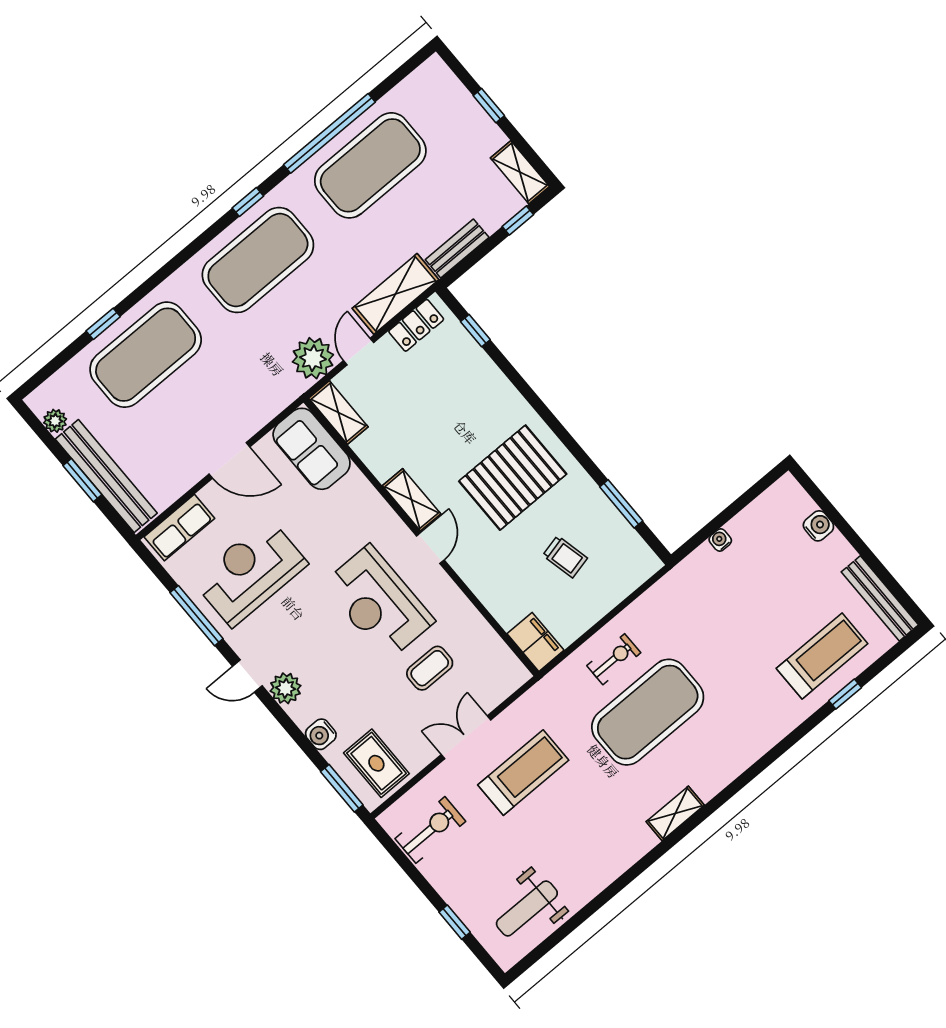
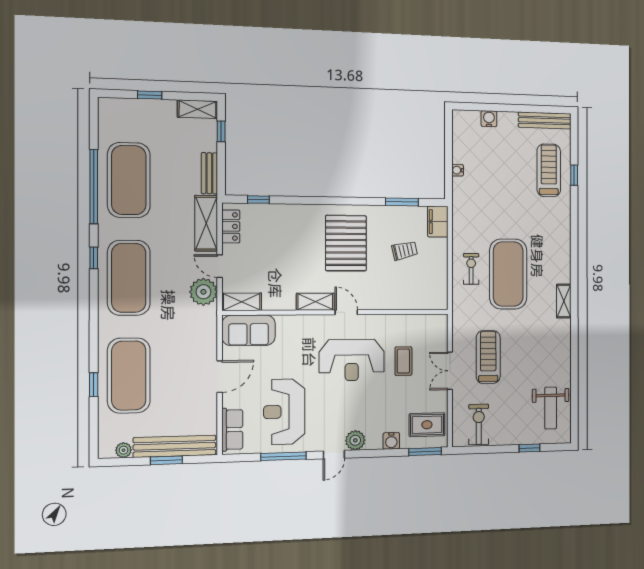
filing cabinet: (535, 642) -> (438, 222), moved, turned -90

